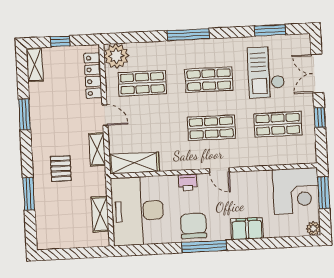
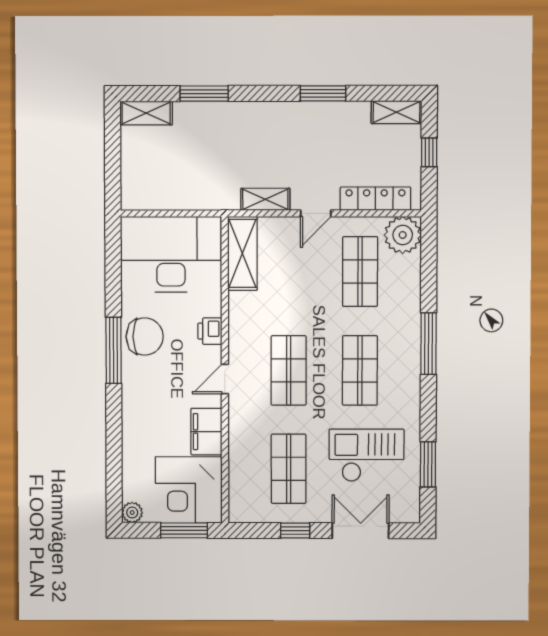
pallet: (61, 169) -> (240, 144), removed
shelving: (100, 214) -> (146, 113), moved
filing cabinet: (247, 229) -> (206, 432), moved, turned 180

